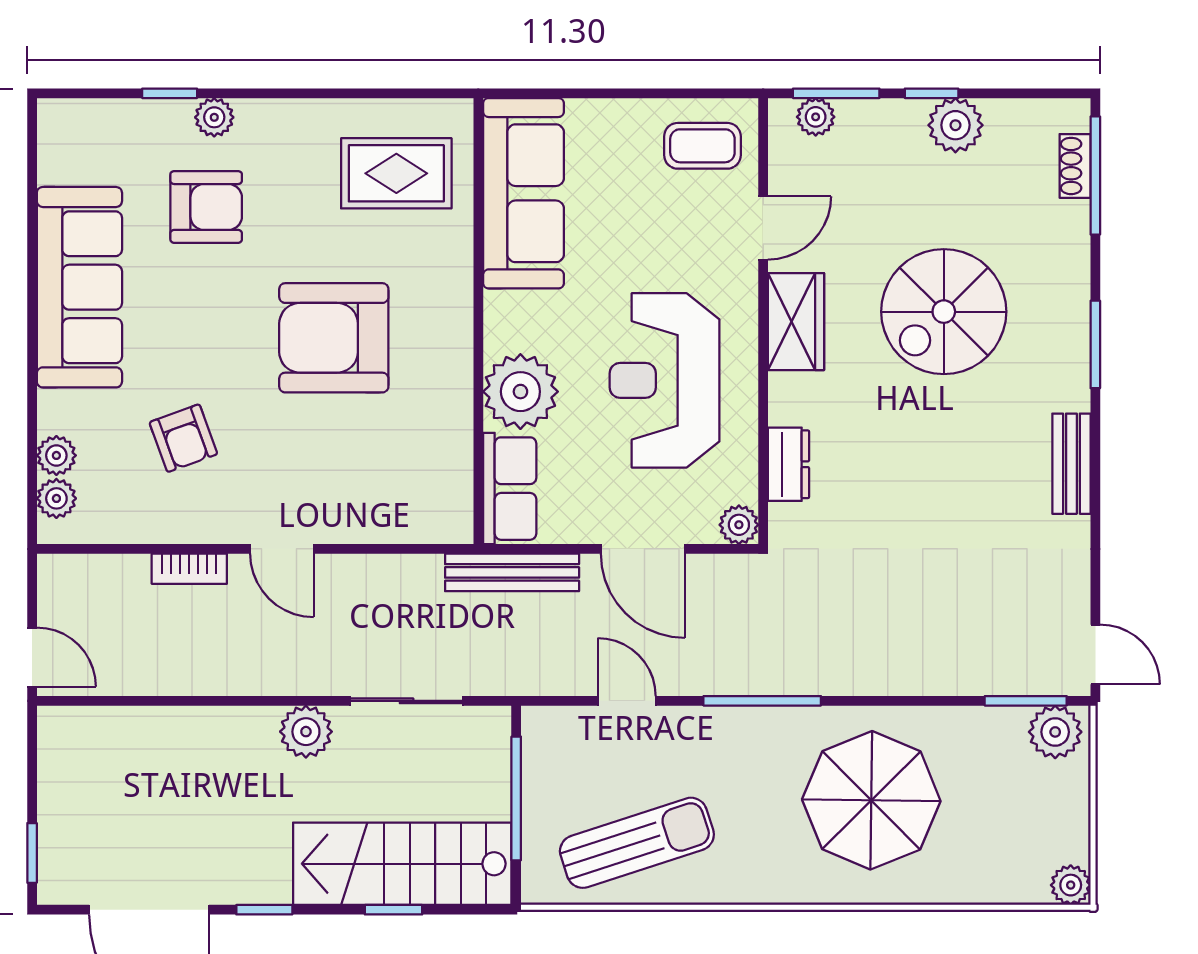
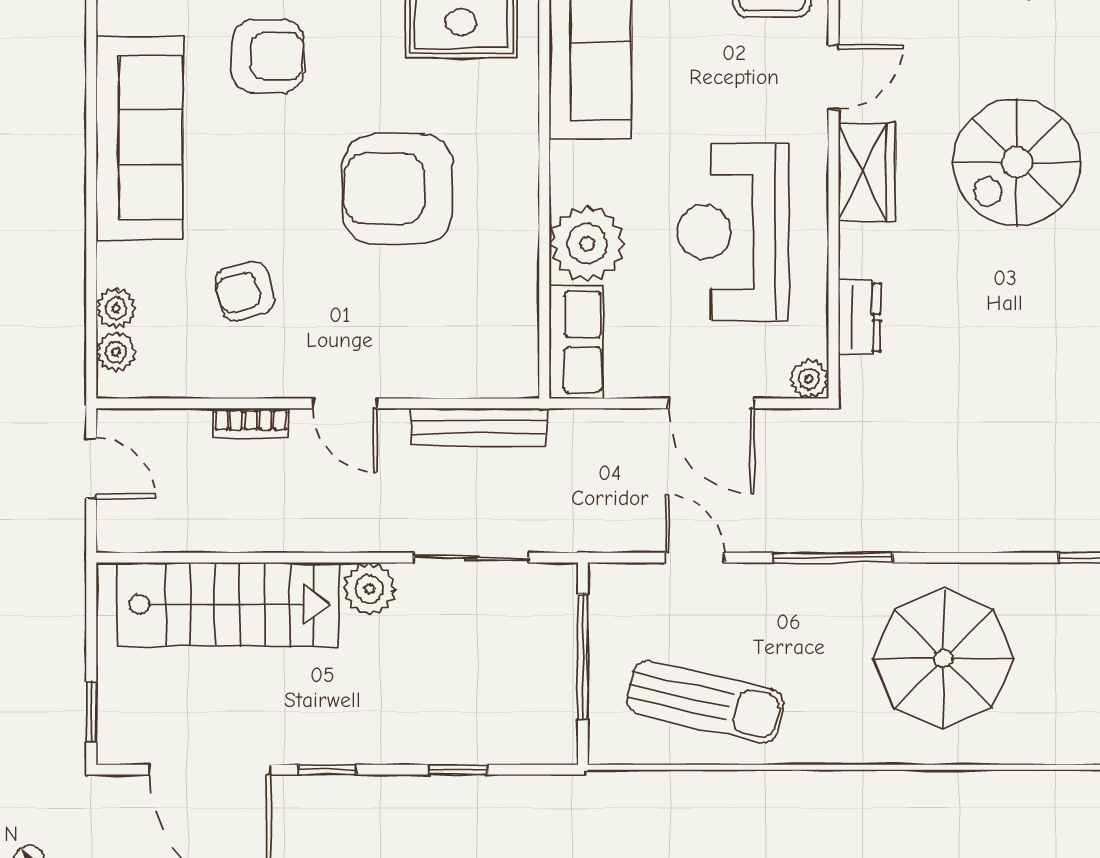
armchair: (183, 438) -> (245, 291), turned 94
bench: (512, 572) -> (479, 427), moved
door: (32, 657) -> (91, 468), moved
sun lounger: (637, 843) -> (705, 702), turned 31
stairs: (402, 864) -> (228, 604), moved, turned 180

